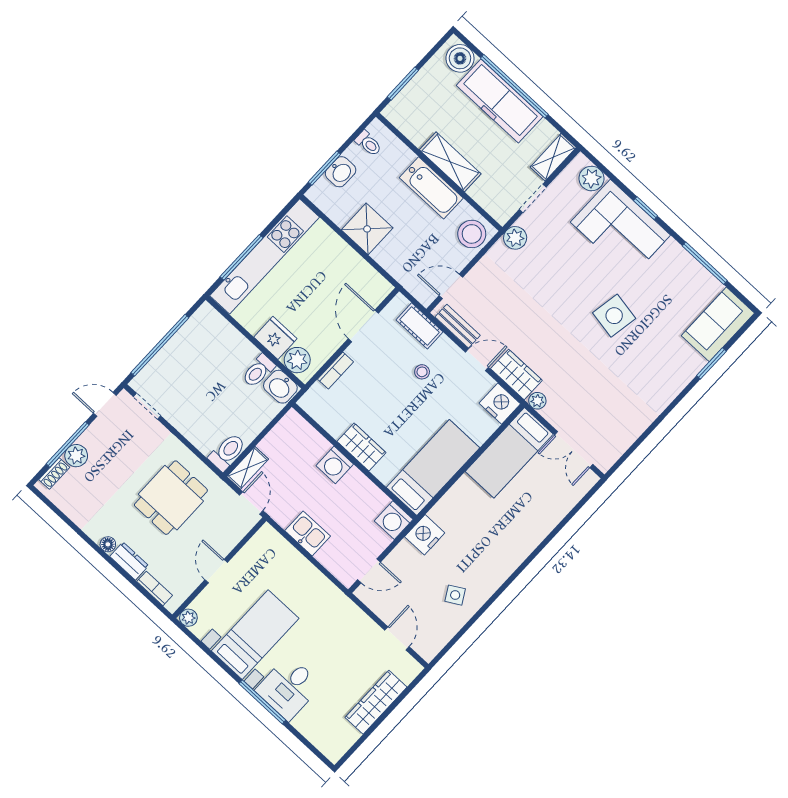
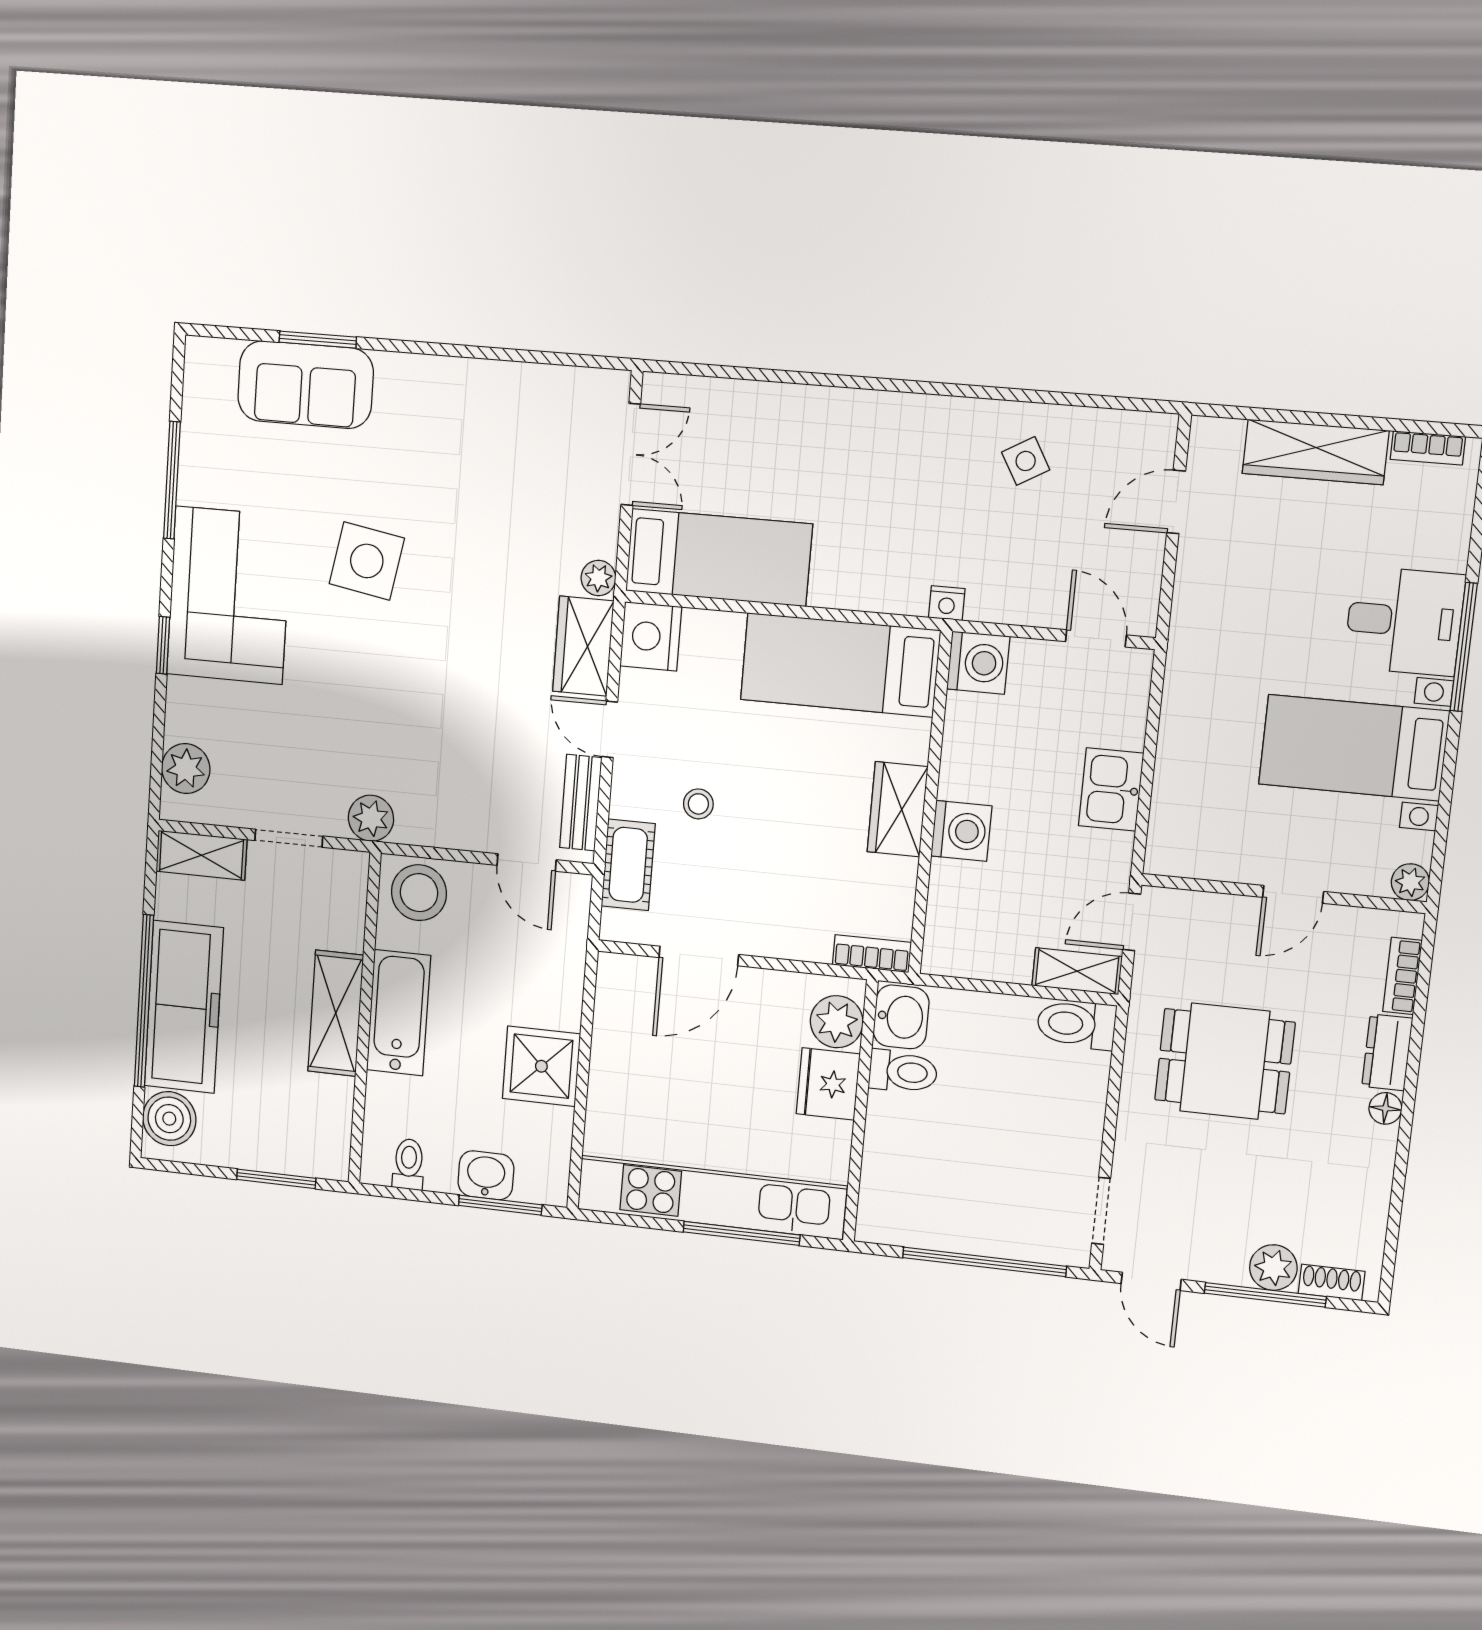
corner sofa: (620, 229) -> (229, 595), moved
sofa: (718, 324) -> (305, 385), moved
bookcase: (336, 371) -> (872, 954), moved
nightstand: (425, 535) -> (947, 603), width x0.53, depth x0.56
bookcase: (346, 743) -> (1428, 448), added

